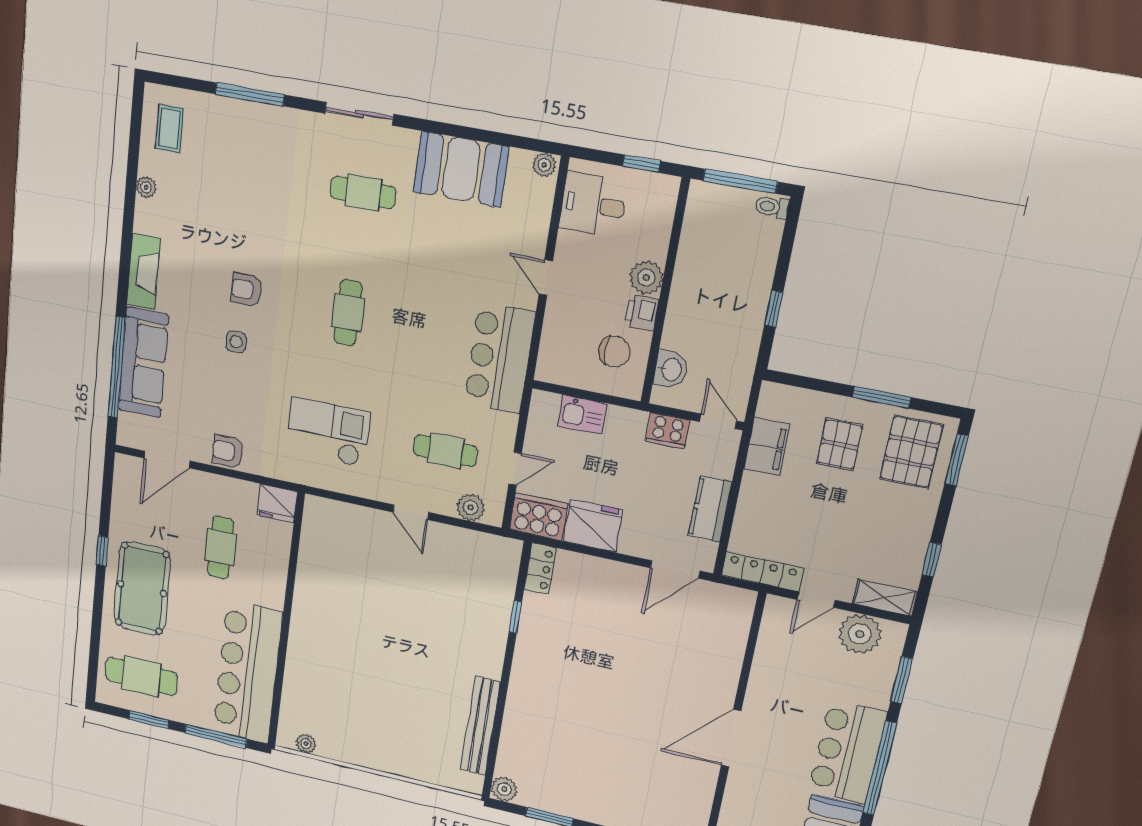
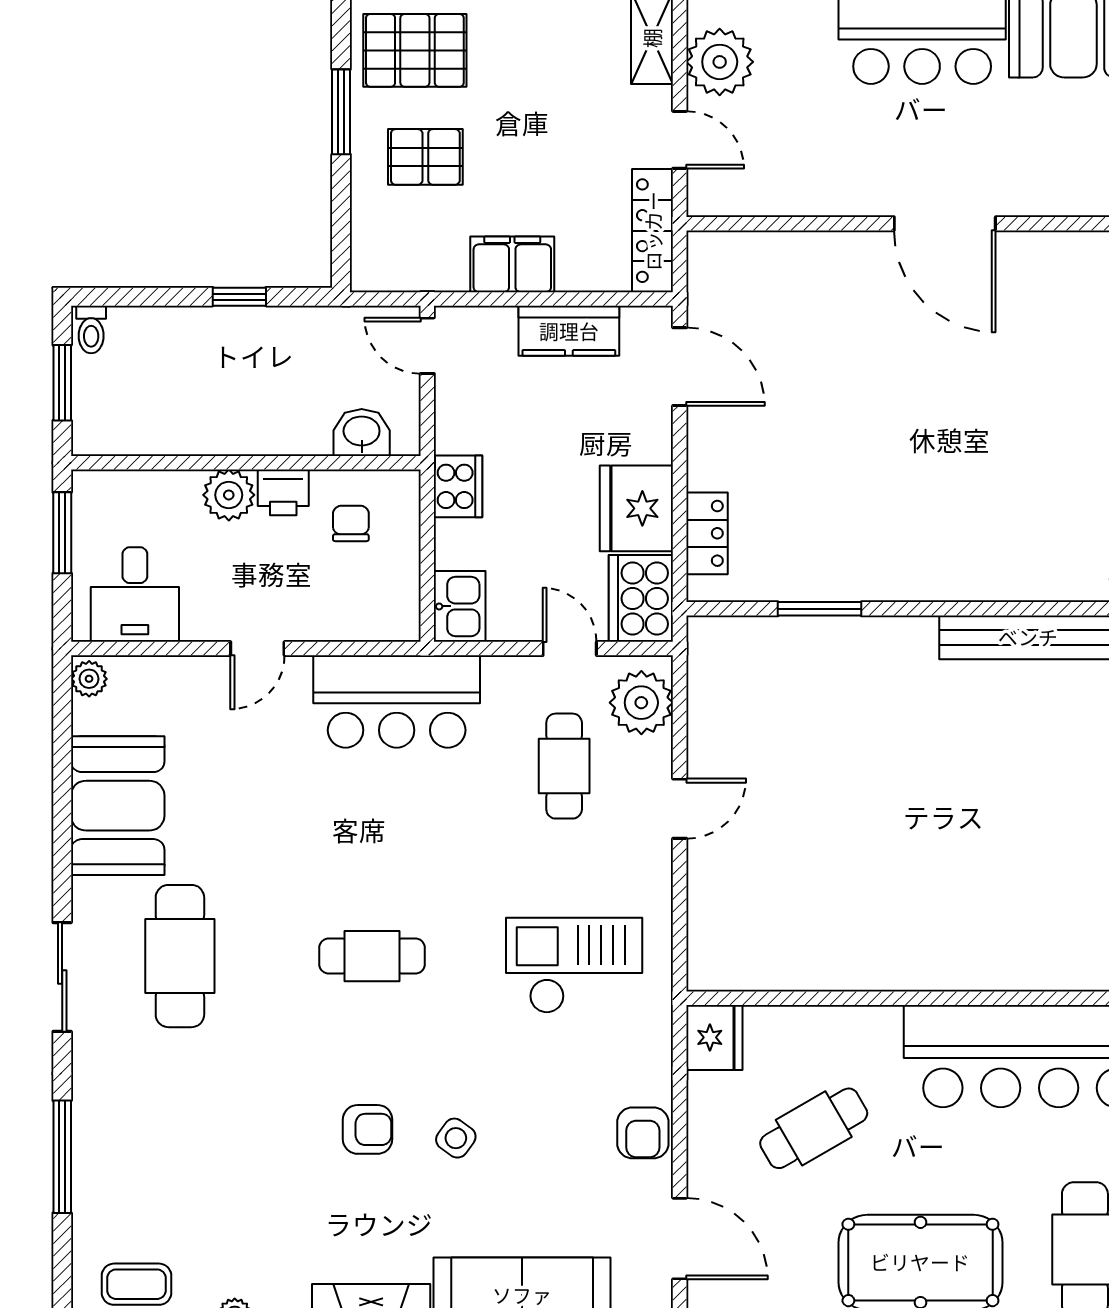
window: (641, 164) -> (62, 533), width x1.50
window: (740, 181) -> (62, 383), width x0.69
cafe table: (363, 193) -> (180, 956), width x1.37, depth x1.35
armchair: (246, 290) -> (368, 1129), turned -90
side table: (236, 342) -> (456, 1138), turned 36
chair: (614, 352) -> (351, 523), width x0.73, depth x0.73
kitchen sink: (582, 414) -> (460, 606), moved
door: (718, 421) -> (427, 346), hinge flipped
cooker: (668, 431) -> (458, 486), moved
checkout: (328, 432) -> (574, 965), turned 90
filing cabinet: (767, 447) -> (512, 264), moved
plant: (471, 507) -> (641, 703), width x1.36, depth x1.36
cafe table: (221, 547) -> (814, 1128), turned -30
locker: (540, 569) -> (707, 533), moved, turned 90
window: (515, 617) -> (820, 609), width x1.50

